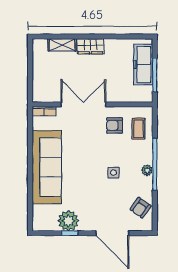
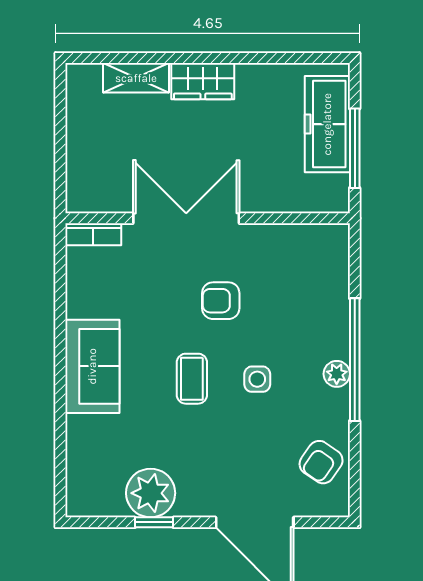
armchair: (115, 125) -> (221, 301), moved
coffee table: (138, 129) -> (192, 379), moved
sofa: (47, 167) -> (92, 366), width x0.54, depth x0.79

